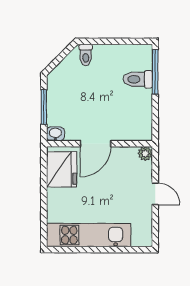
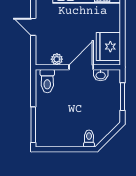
toilet: (138, 79) -> (47, 81), moved, turned 90
washbasin: (55, 134) -> (101, 75), moved
plant: (145, 154) -> (57, 59), moved

